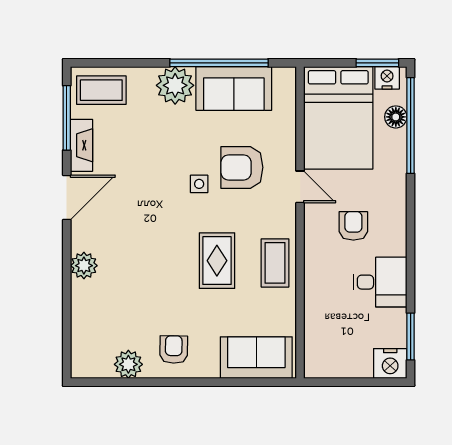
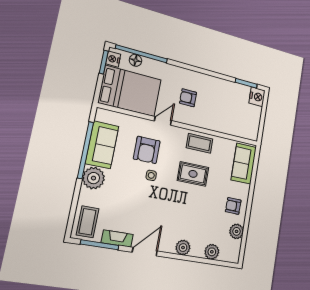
door: (67, 197) -> (145, 252), hinge flipped
desk: (380, 282) -> (218, 91), removed
plant: (84, 322) -> (212, 252), added

